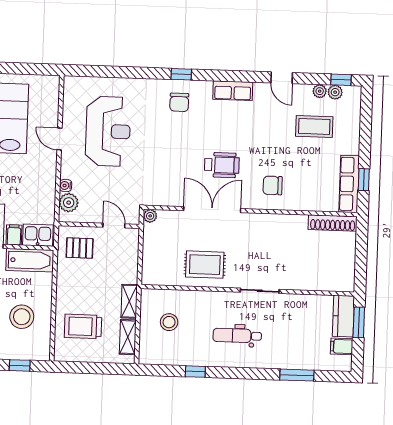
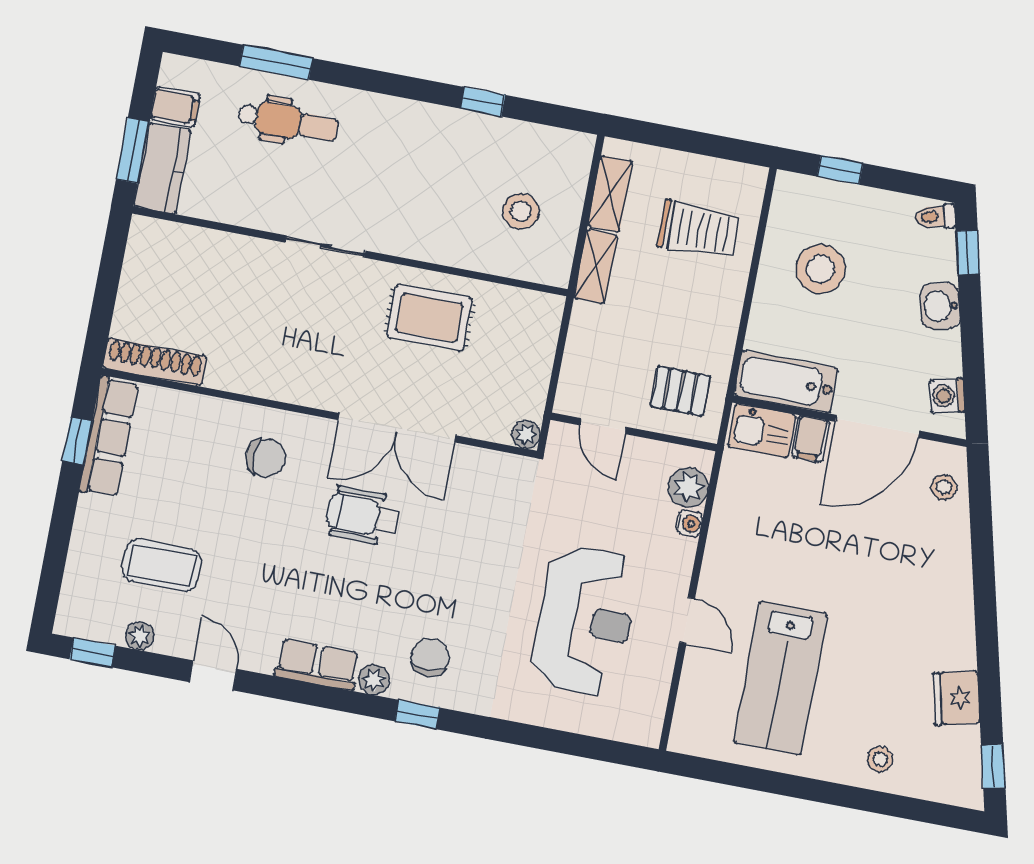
plant: (335, 92) -> (374, 680), moved
reception desk: (108, 131) -> (585, 621), turned 180
dental chair: (237, 336) -> (288, 122), moved

